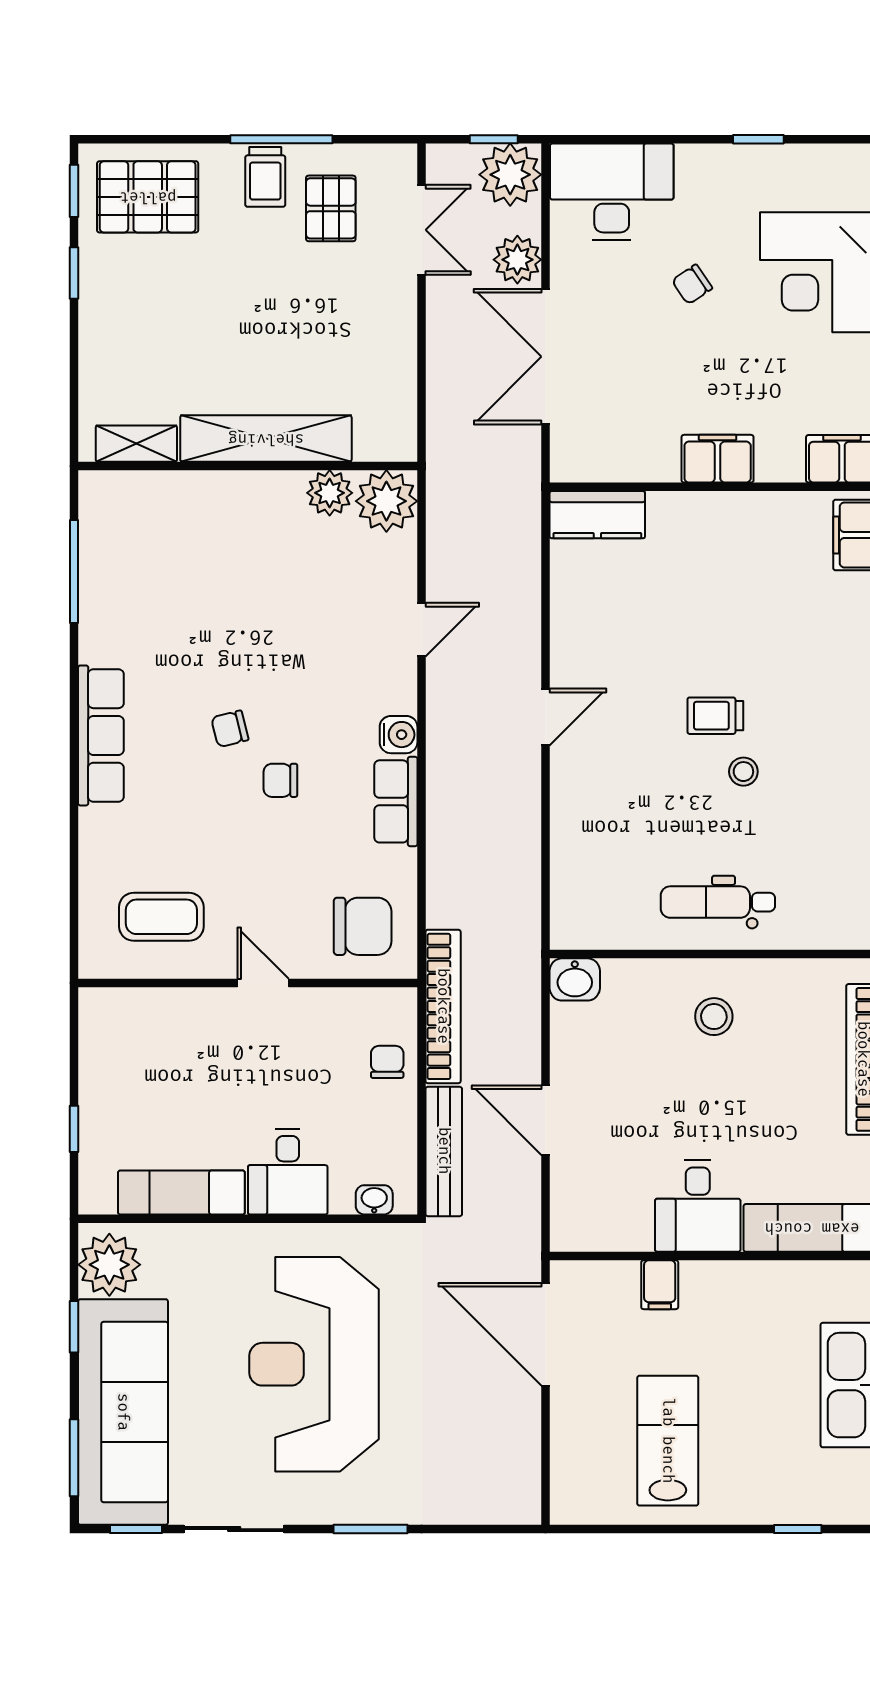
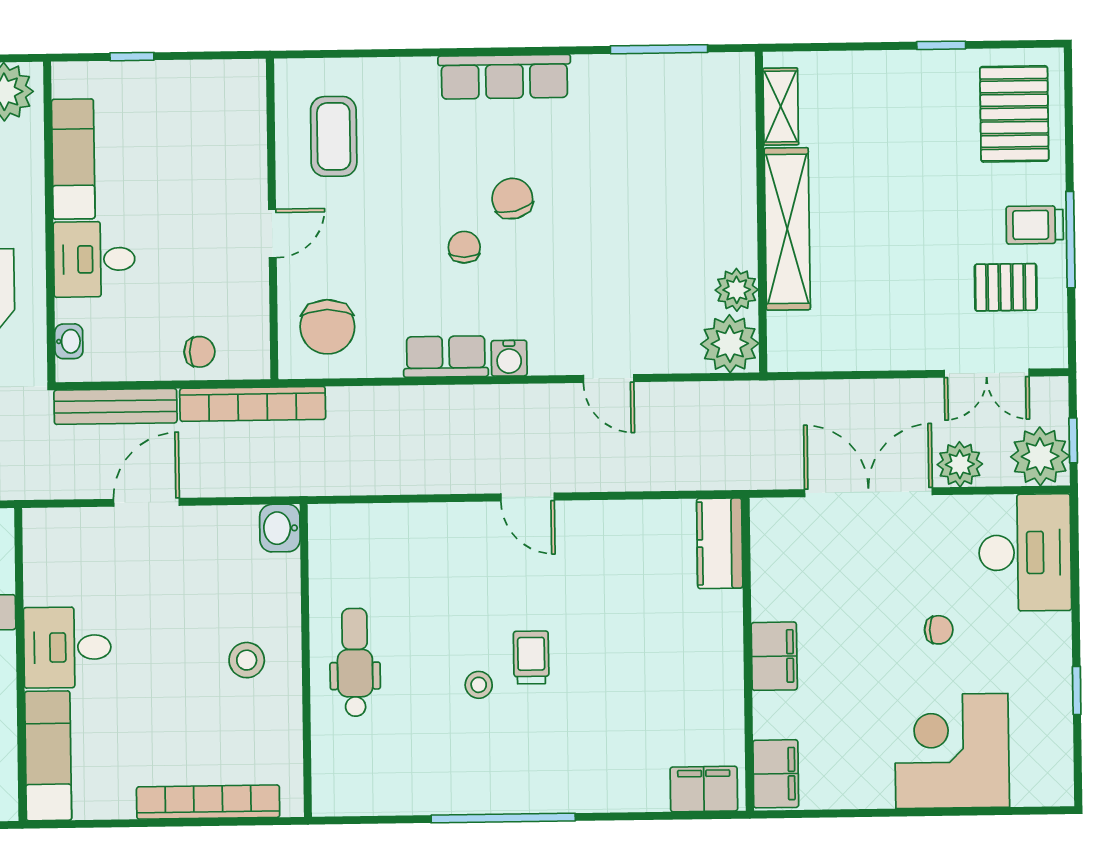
window: (74, 191) -> (1019, 44), removed
chair: (692, 284) -> (939, 630), turned 124
chair: (230, 729) -> (512, 199), width x1.37, depth x1.37

